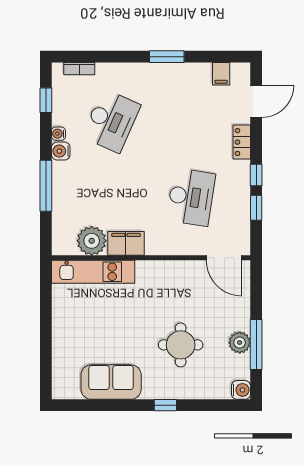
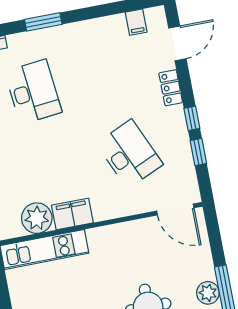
window: (167, 57) -> (43, 22), moved
desk: (111, 121) -> (33, 92), turned -30
desk: (191, 197) -> (130, 154), turned -33

